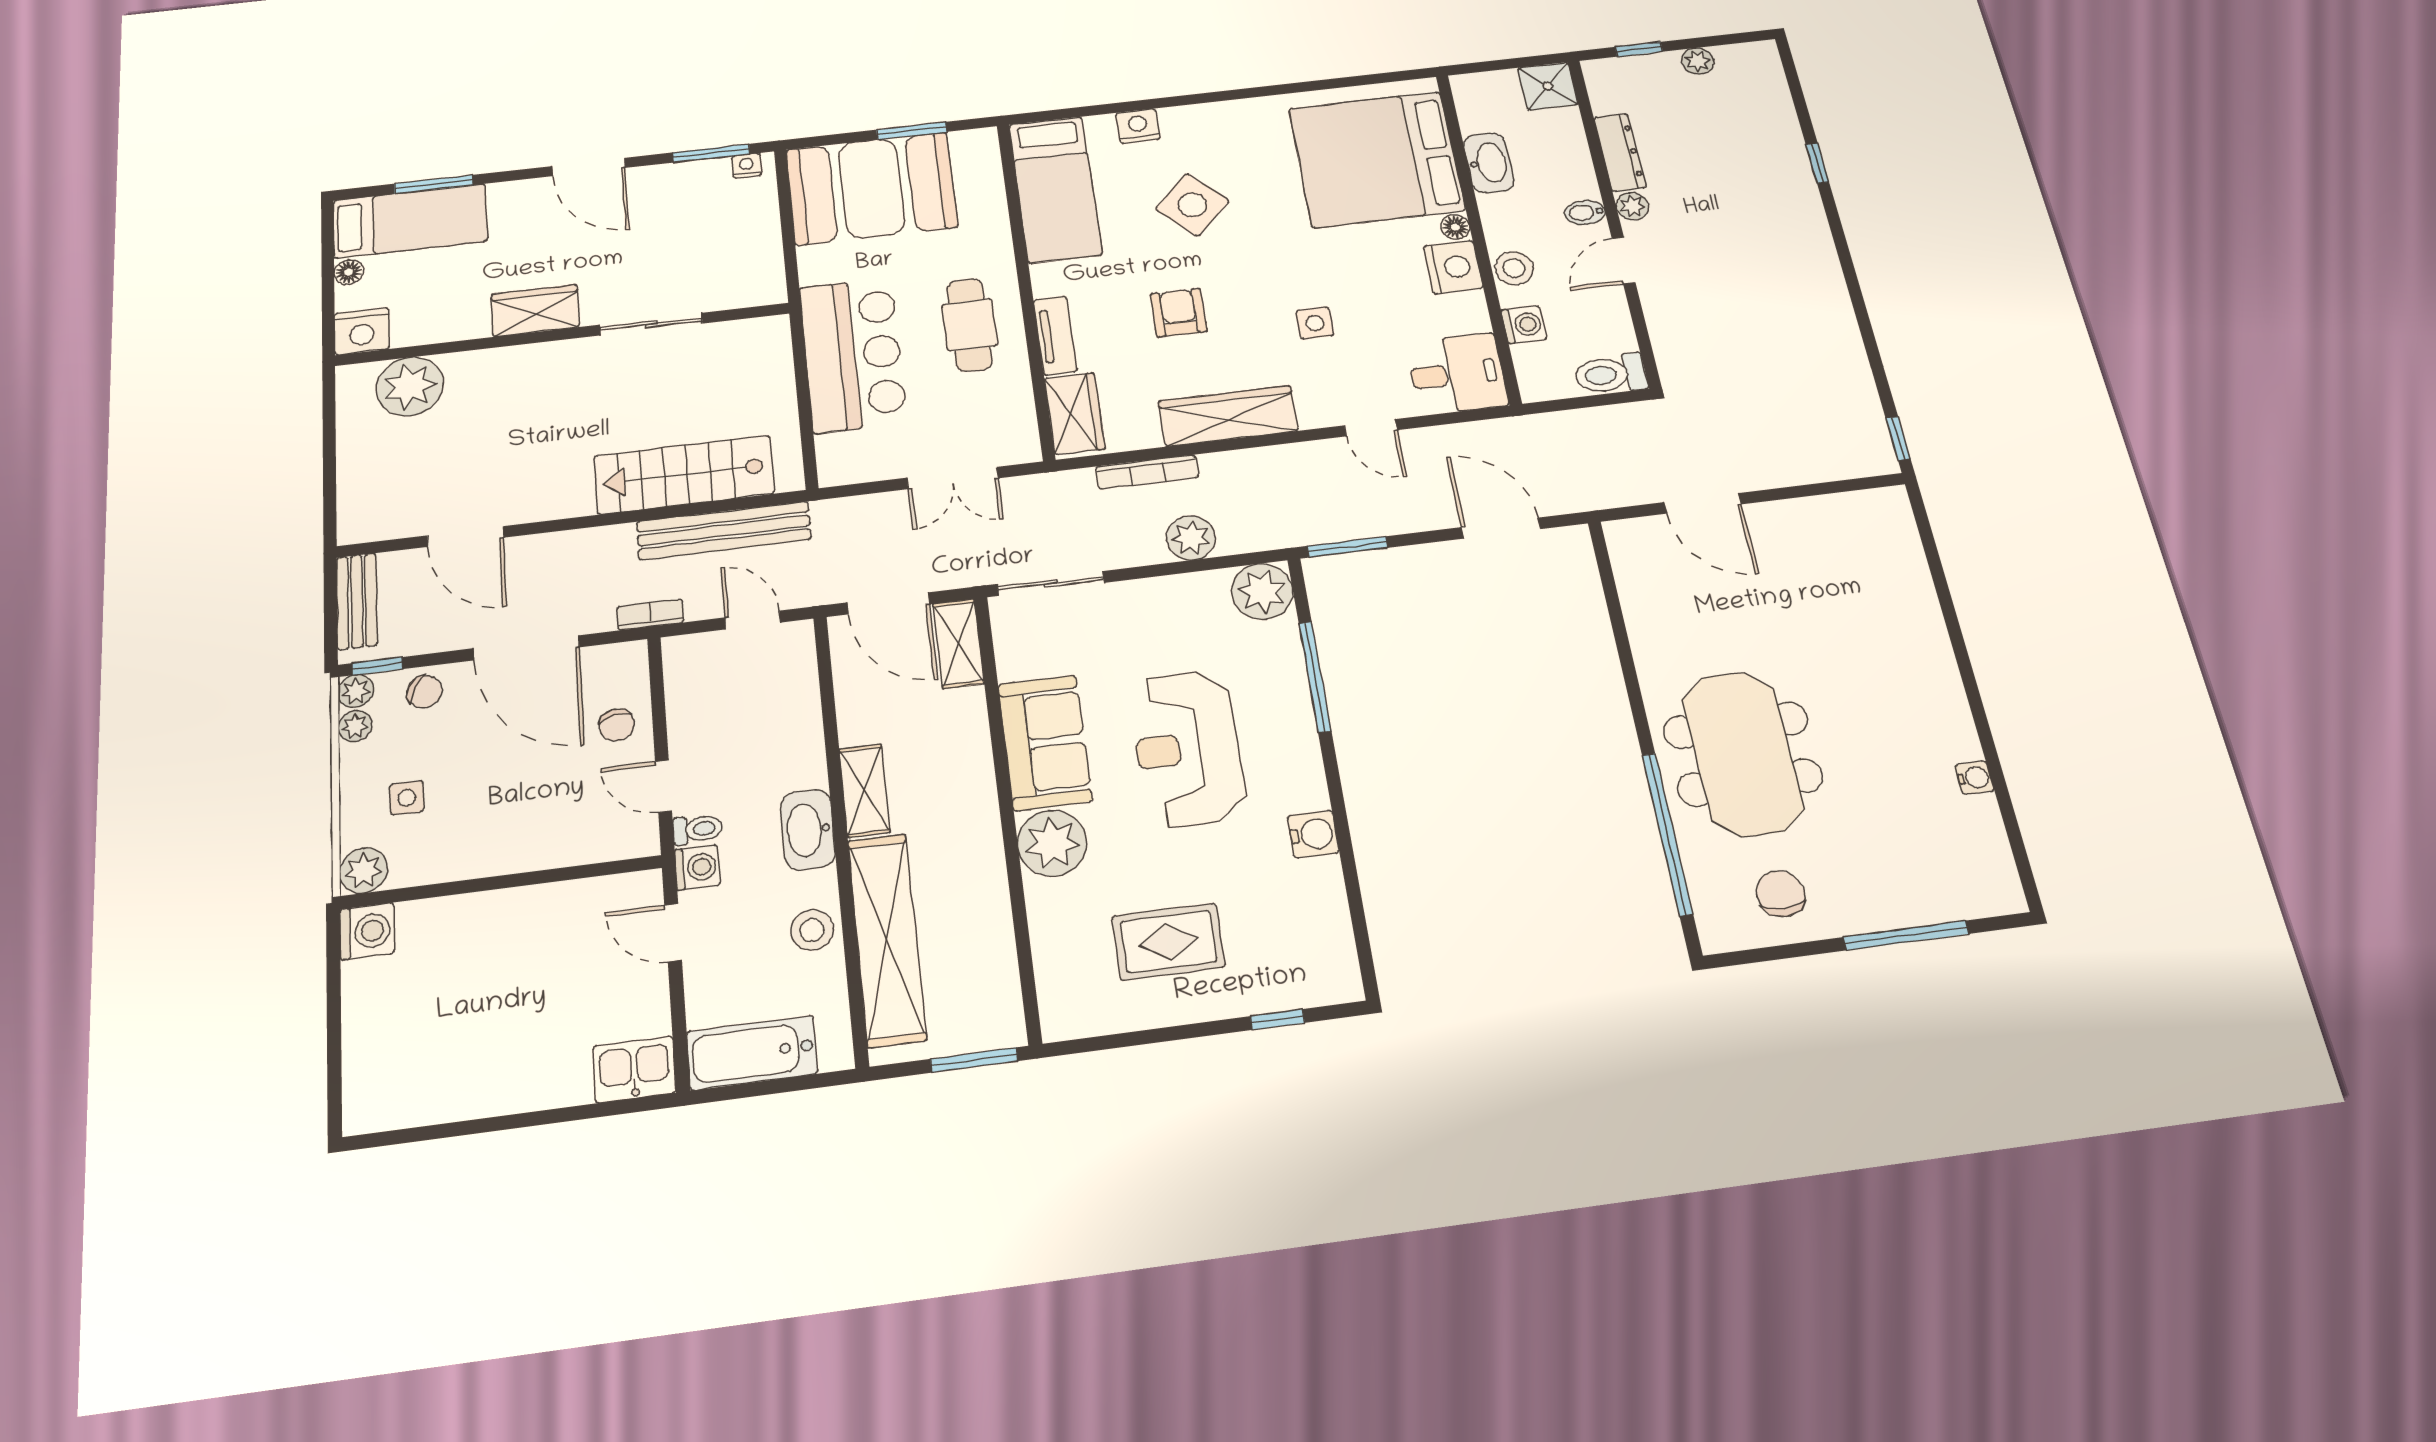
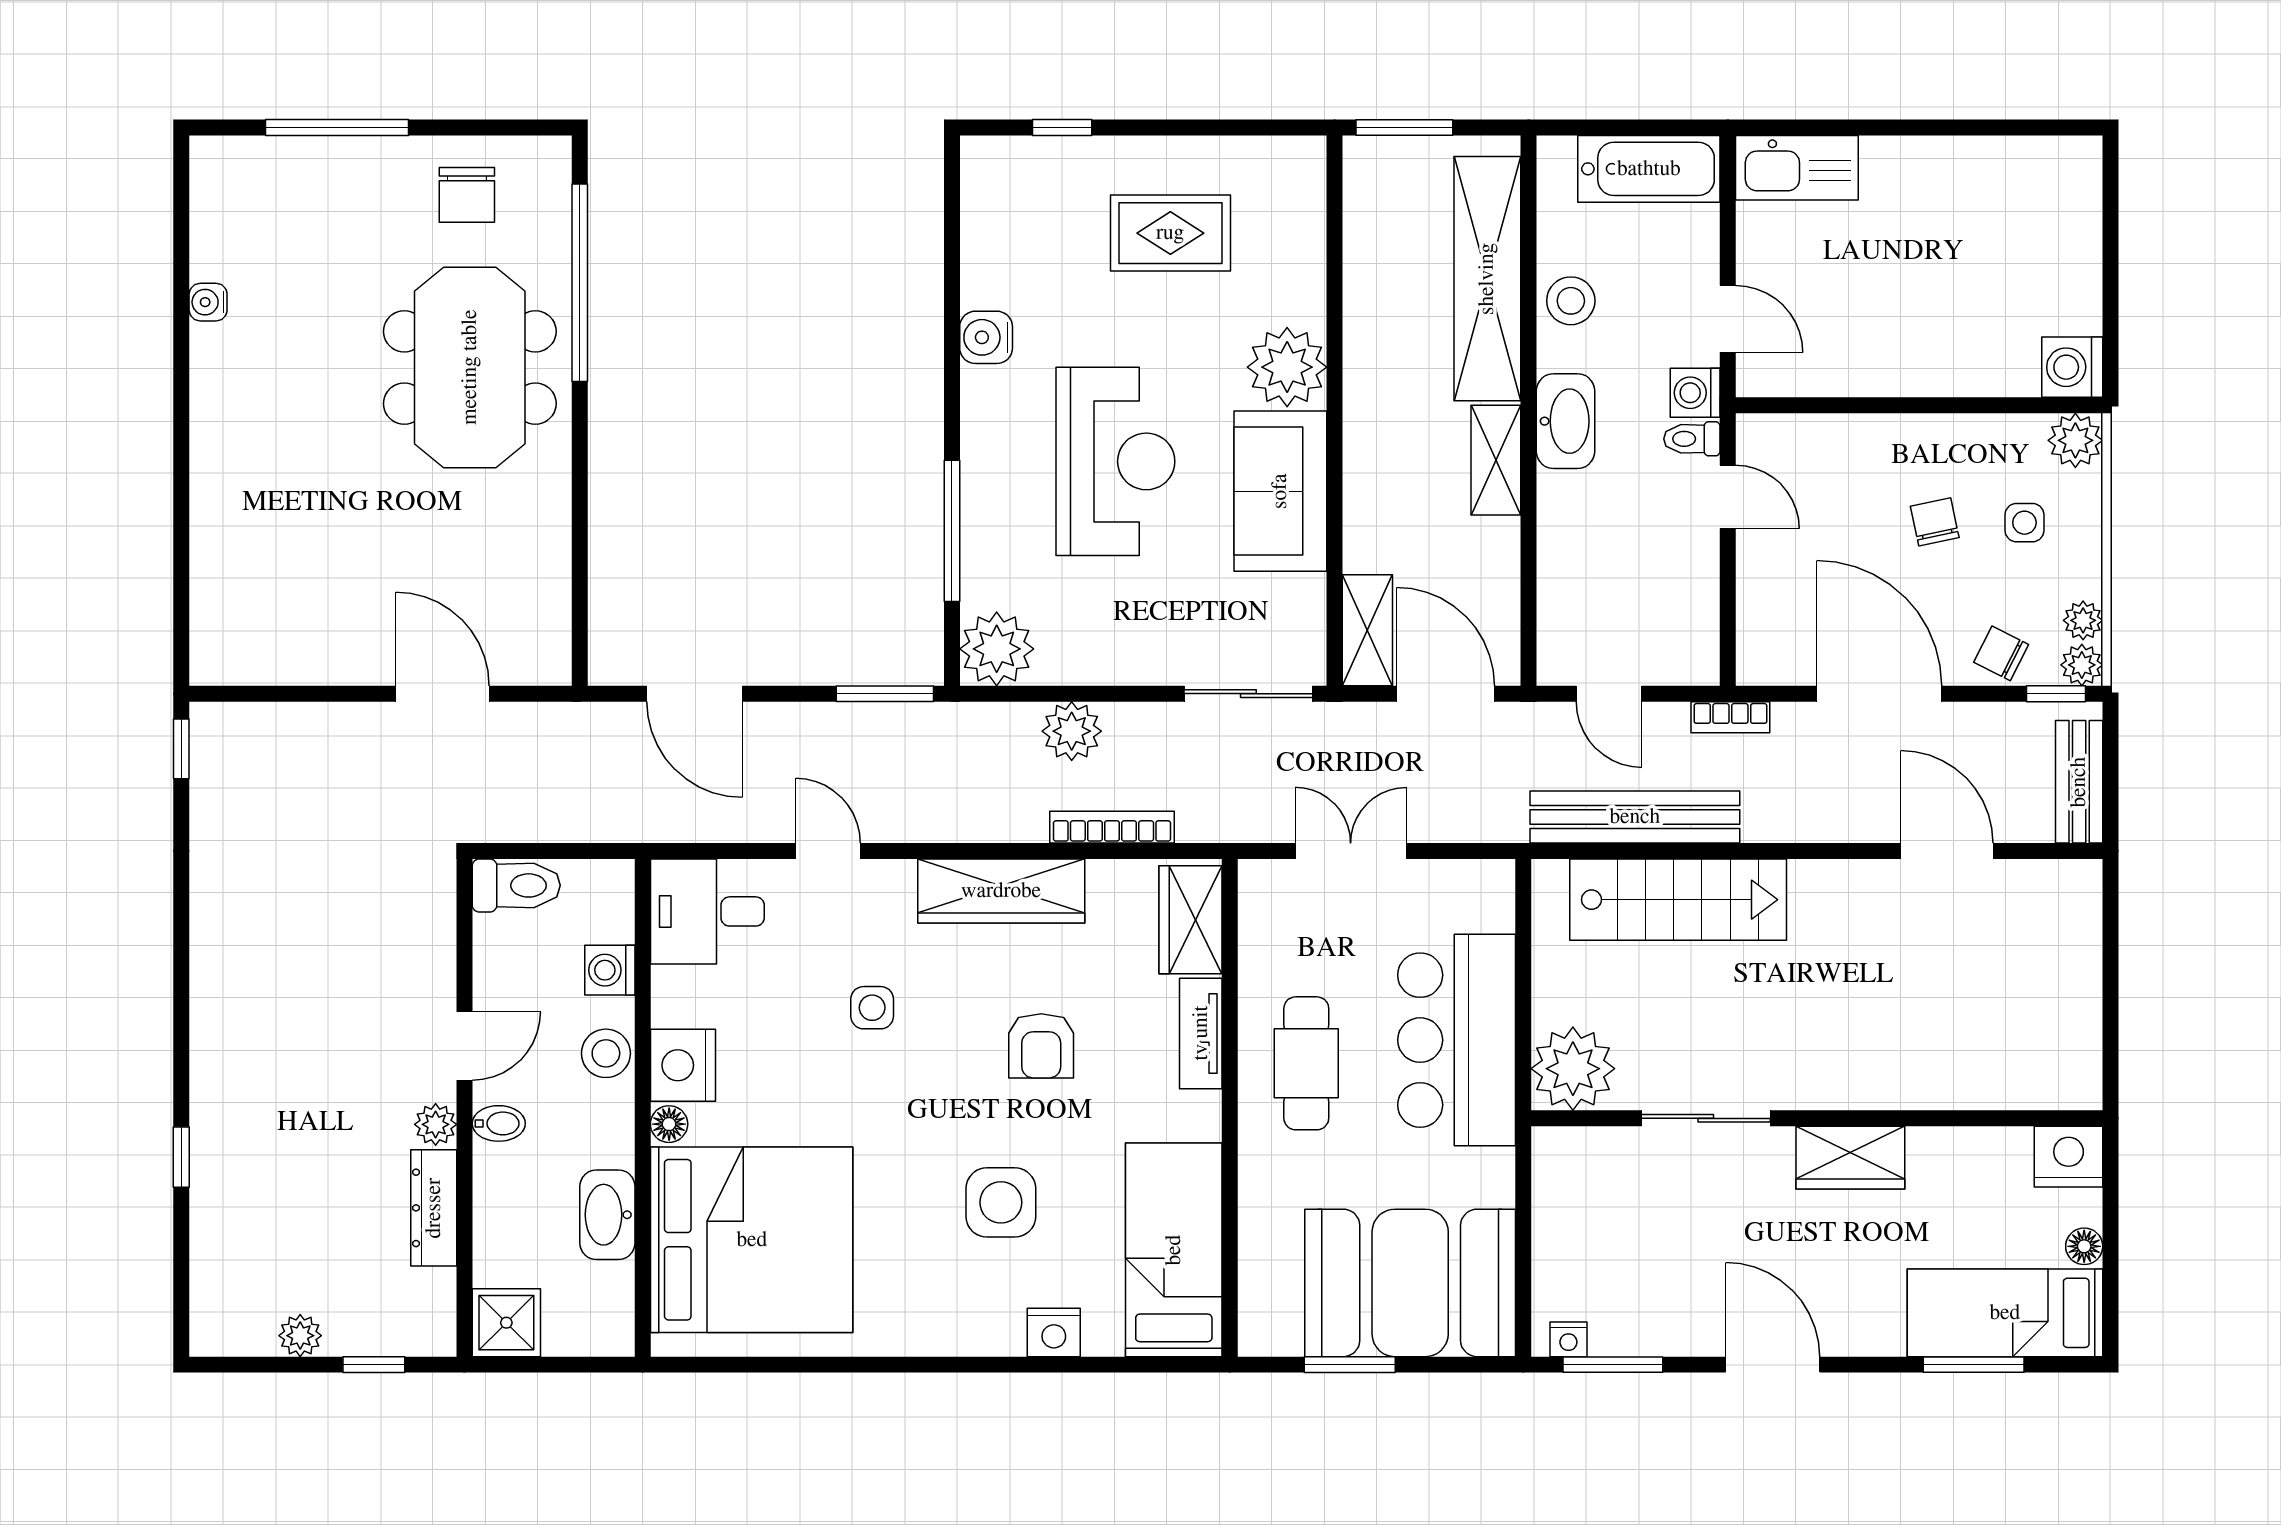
side table: (1192, 205) -> (1001, 1202), turned 45
plant: (410, 387) -> (1573, 1069), moved
chair: (617, 725) -> (1935, 522), moved
kitchen sink: (634, 1069) -> (1797, 168), width x1.38

